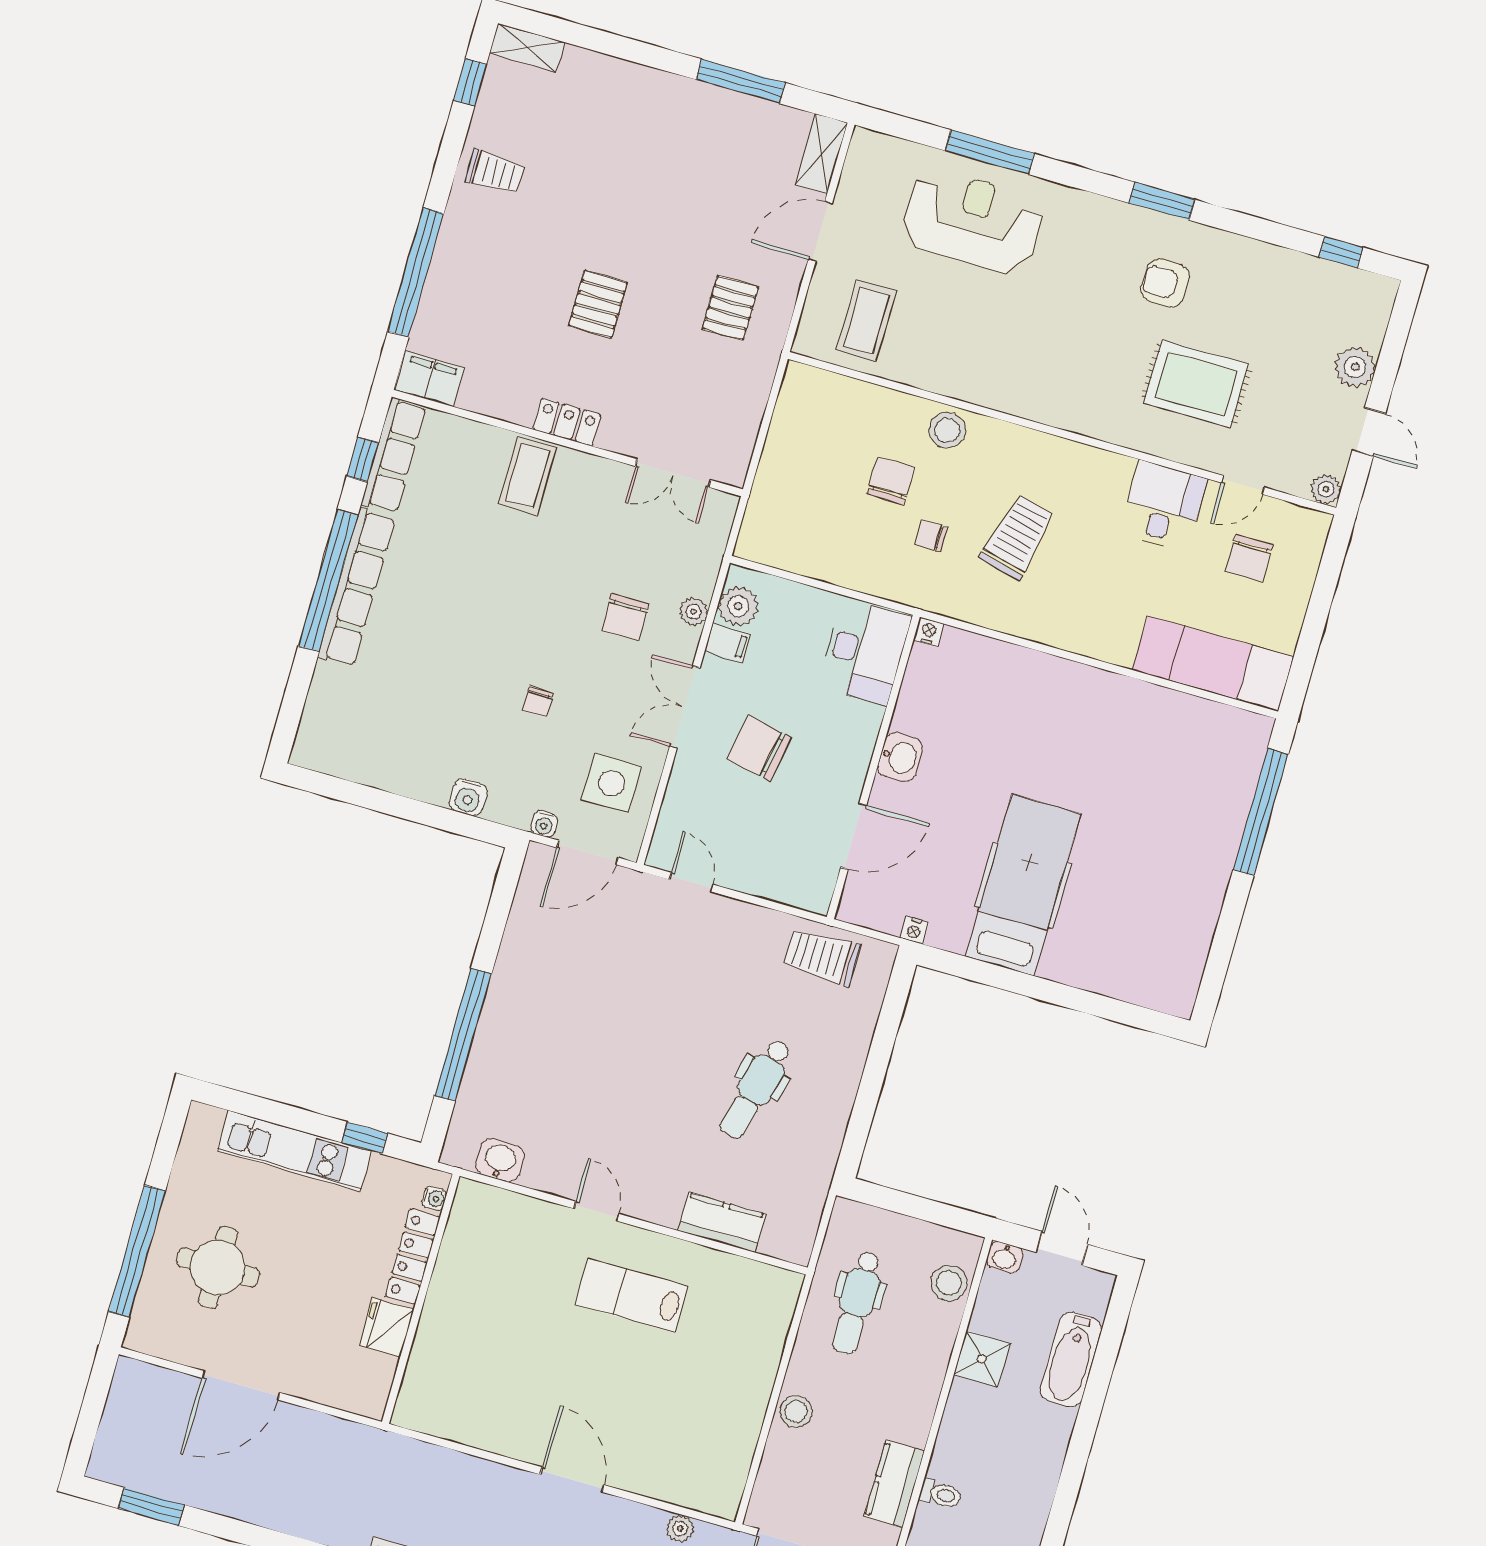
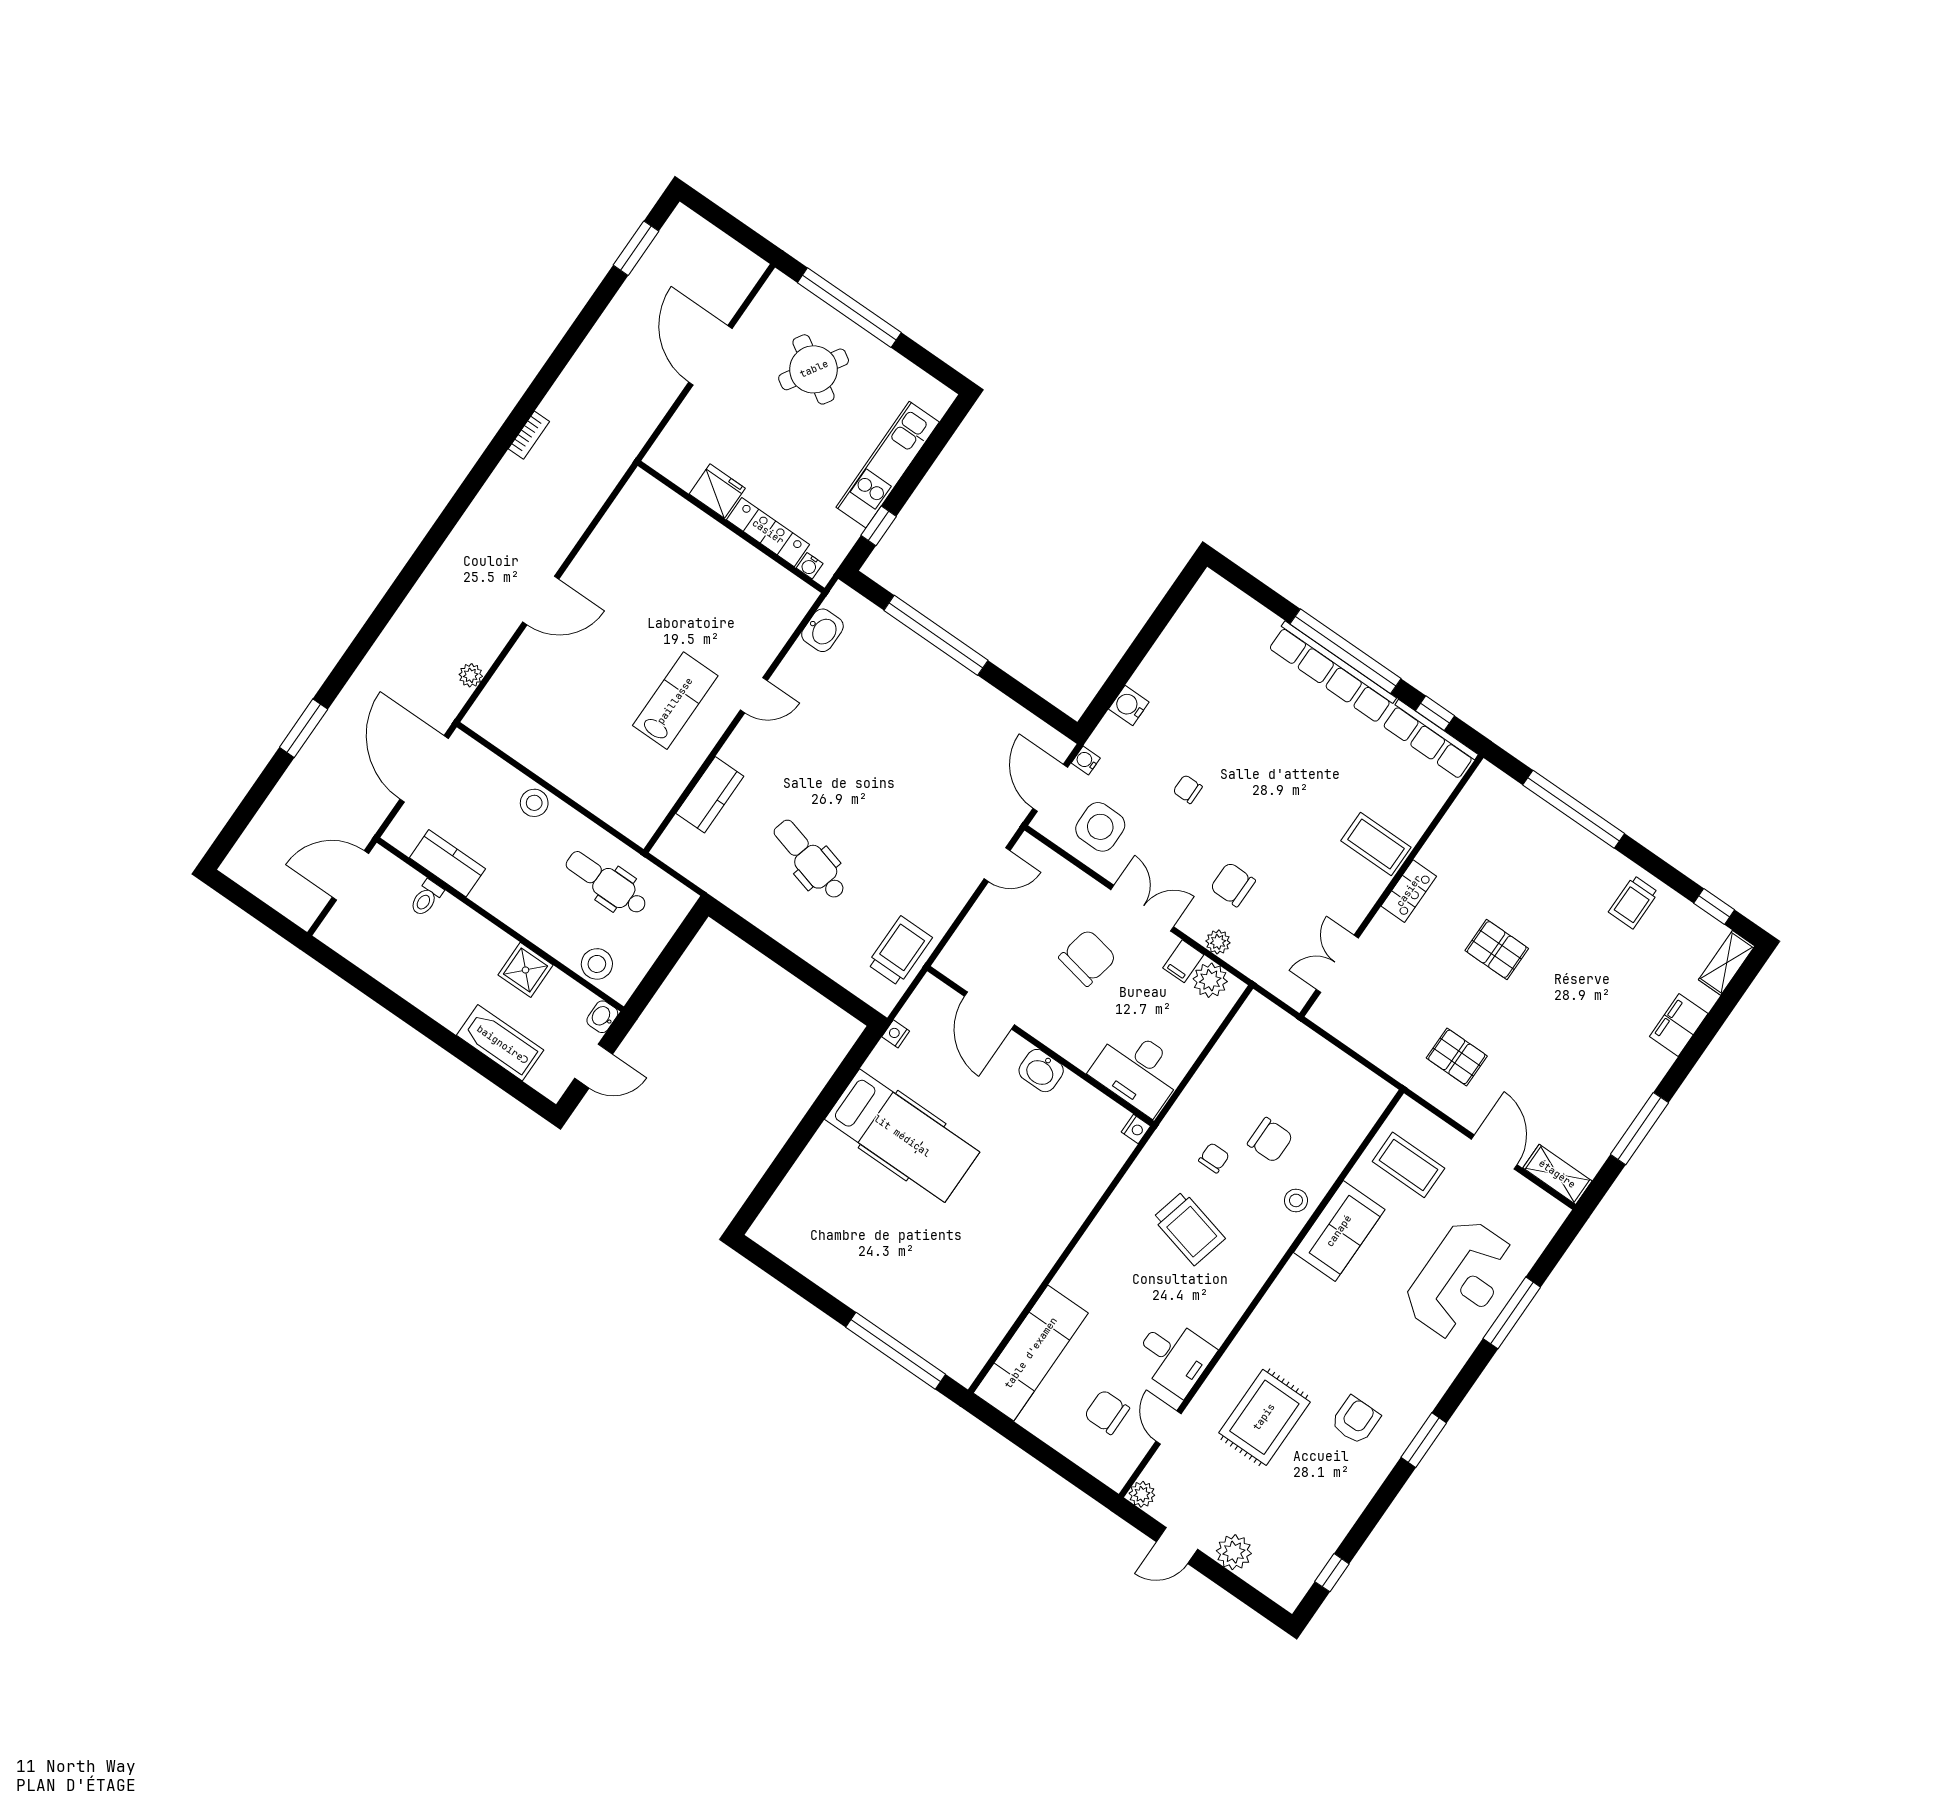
sofa: (965, 371) -> (1339, 1231), added
filing cabinet: (430, 379) -> (1679, 1025), moved, turned 180
stool: (947, 430) -> (1296, 1200), width x0.73, depth x0.73
round table: (218, 1267) -> (814, 369), turned 32

